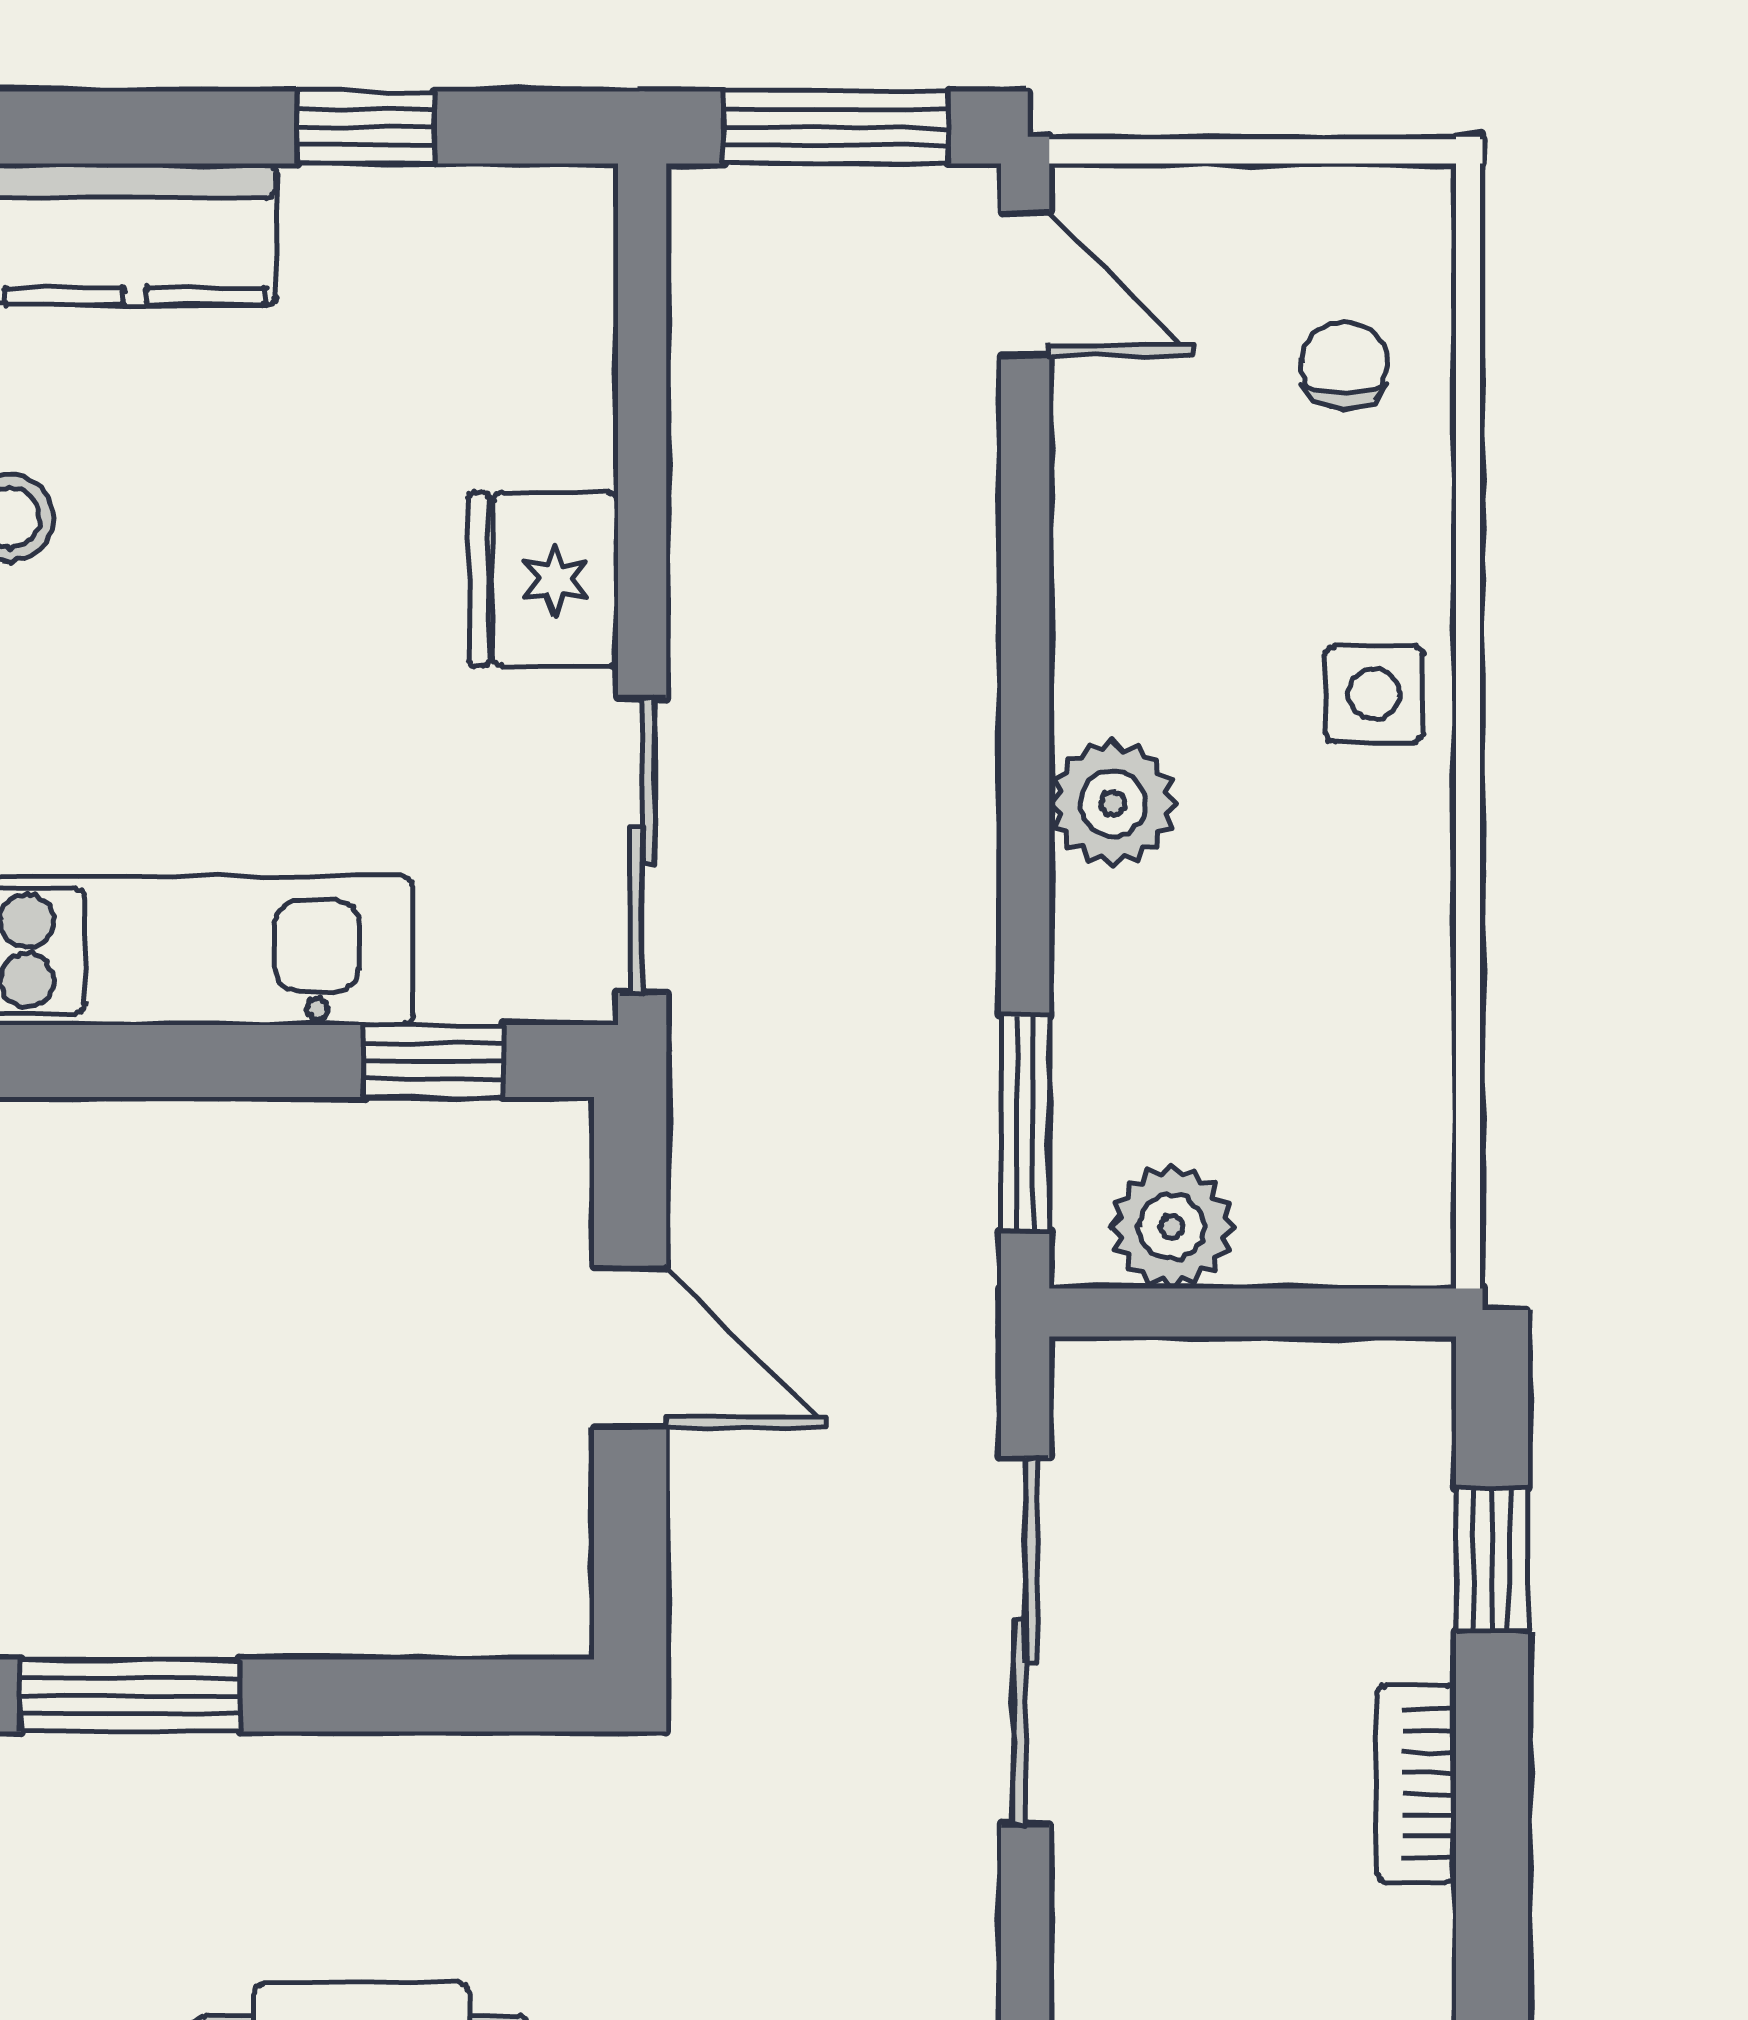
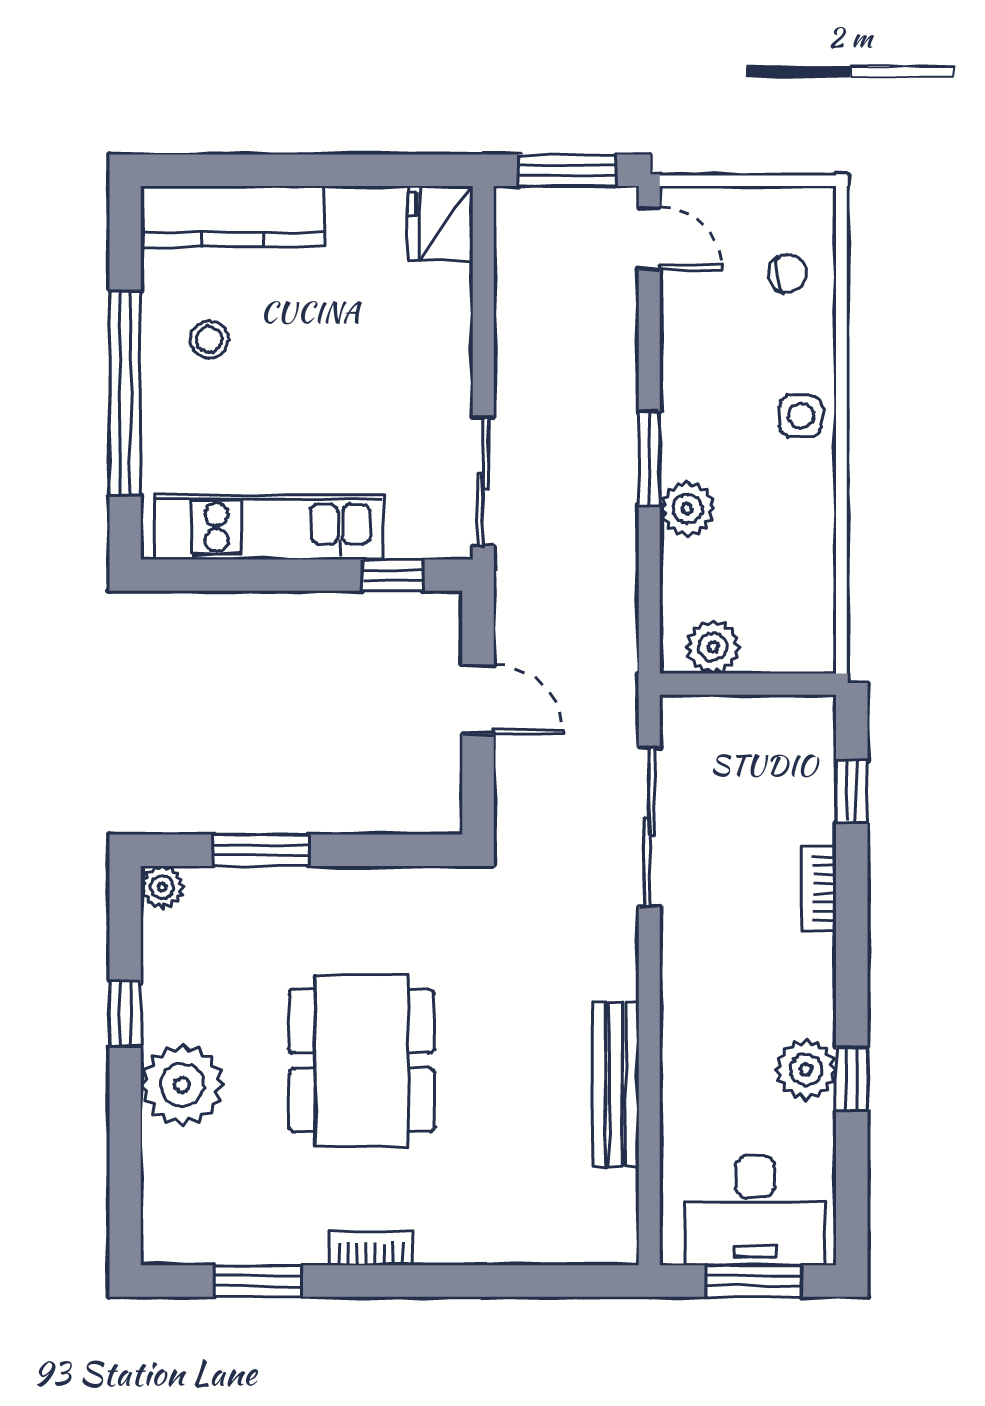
window: (366, 127) -> (363, 170), removed
chair: (1344, 366) -> (788, 274), turned 79
fridge: (543, 579) -> (440, 223), moved
plant: (1113, 803) -> (687, 509), moved
window: (1025, 1123) -> (649, 458), moved

